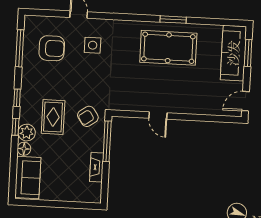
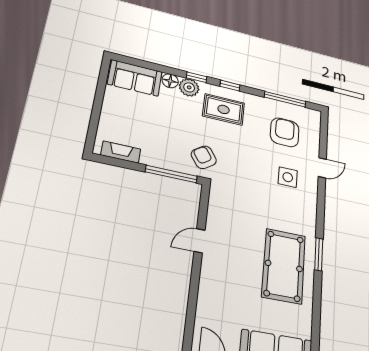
window: (173, 20) -> (319, 254), moved
armchair: (52, 48) -> (285, 132), turned 180
rug: (53, 117) -> (224, 109), moved
fireplace: (97, 167) -> (121, 152), moved

